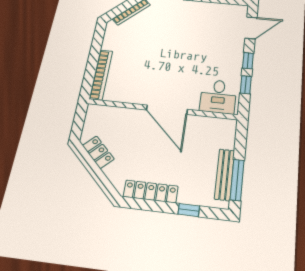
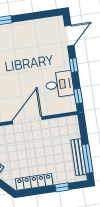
window: (246, 85) -> (78, 96), moved
desk: (218, 97) -> (59, 84), moved, turned -90
door: (167, 110) -> (27, 120), swing flipped

